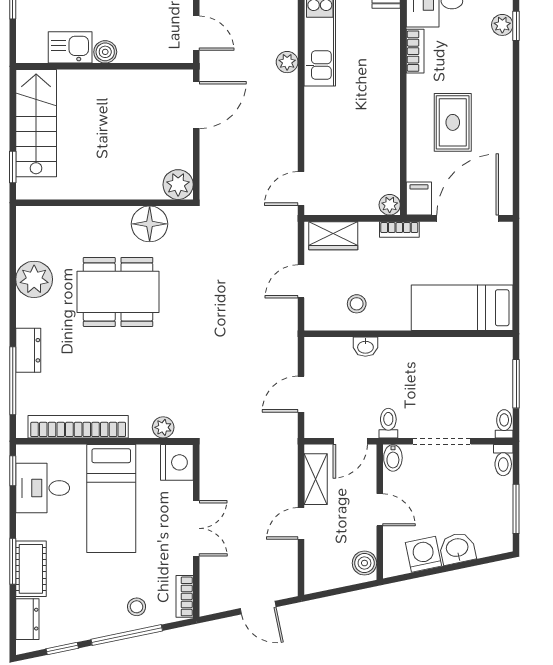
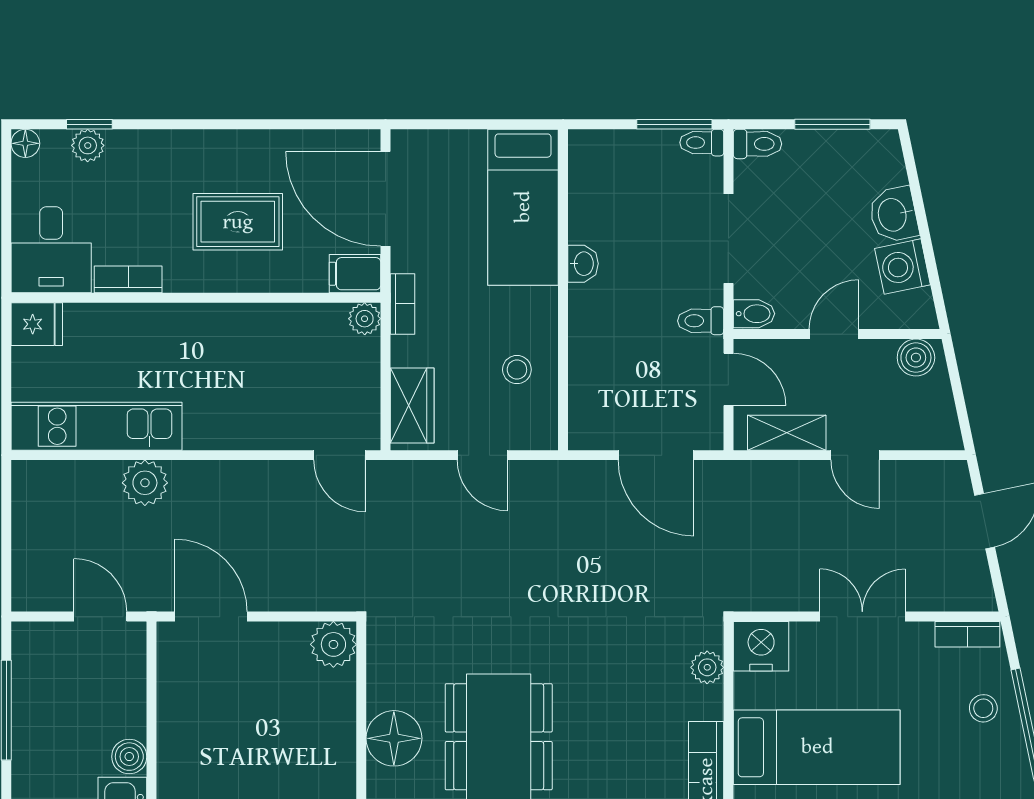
door: (196, 33) -> (100, 617), hinge flipped
plant: (287, 62) -> (145, 483), width x1.38, depth x1.38
floor lamp: (150, 224) -> (394, 738), moved
washbasin: (365, 347) -> (583, 264), moved
window: (516, 384) -> (674, 124), moved
door: (301, 394) -> (656, 455), width x1.38

